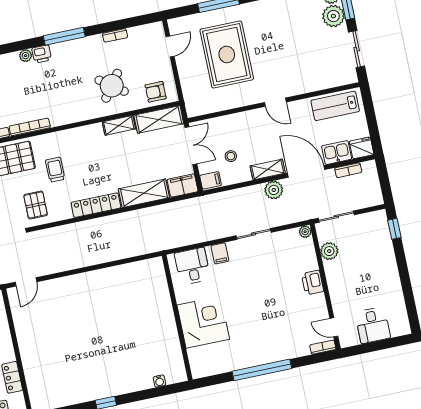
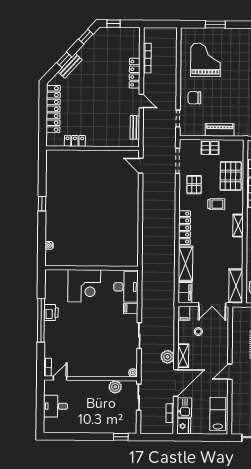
shelving: (119, 125) -> (238, 226), moved
pallet: (36, 205) -> (194, 185), turned 90
desk: (192, 266) -> (126, 287), width x1.37
printer: (313, 283) -> (51, 313), moved, turned 90

